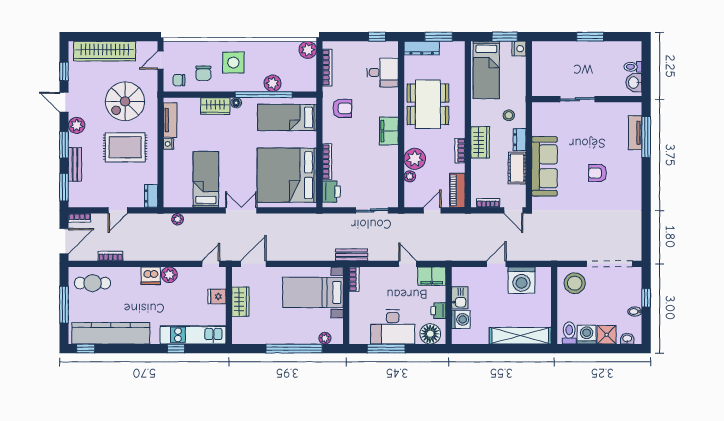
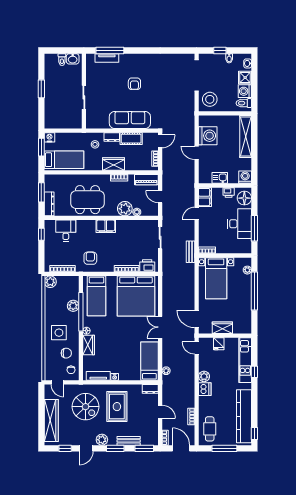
bed: (206, 179) -> (149, 361), moved, turned 90
washing machine: (461, 319) -> (245, 177), moved

